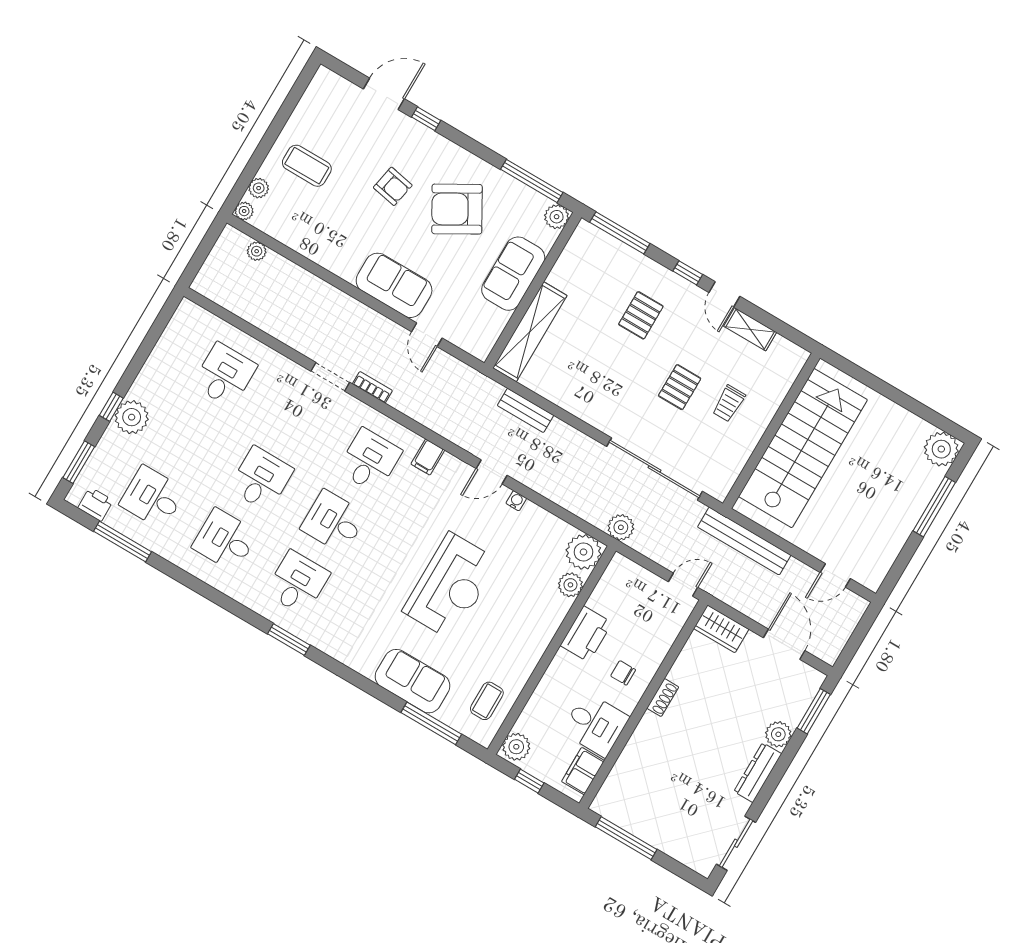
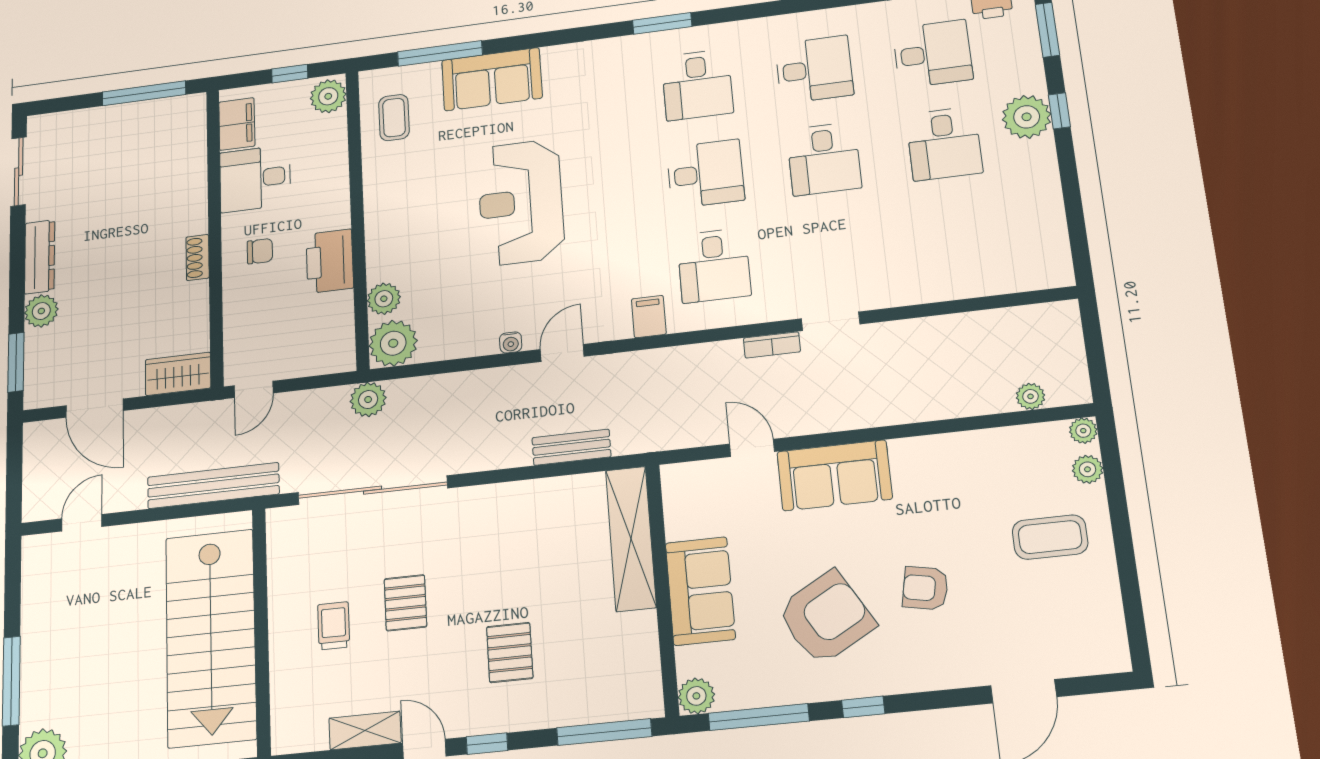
window: (426, 119) -> (863, 707), moved
desk: (225, 375) -> (944, 144), moved

